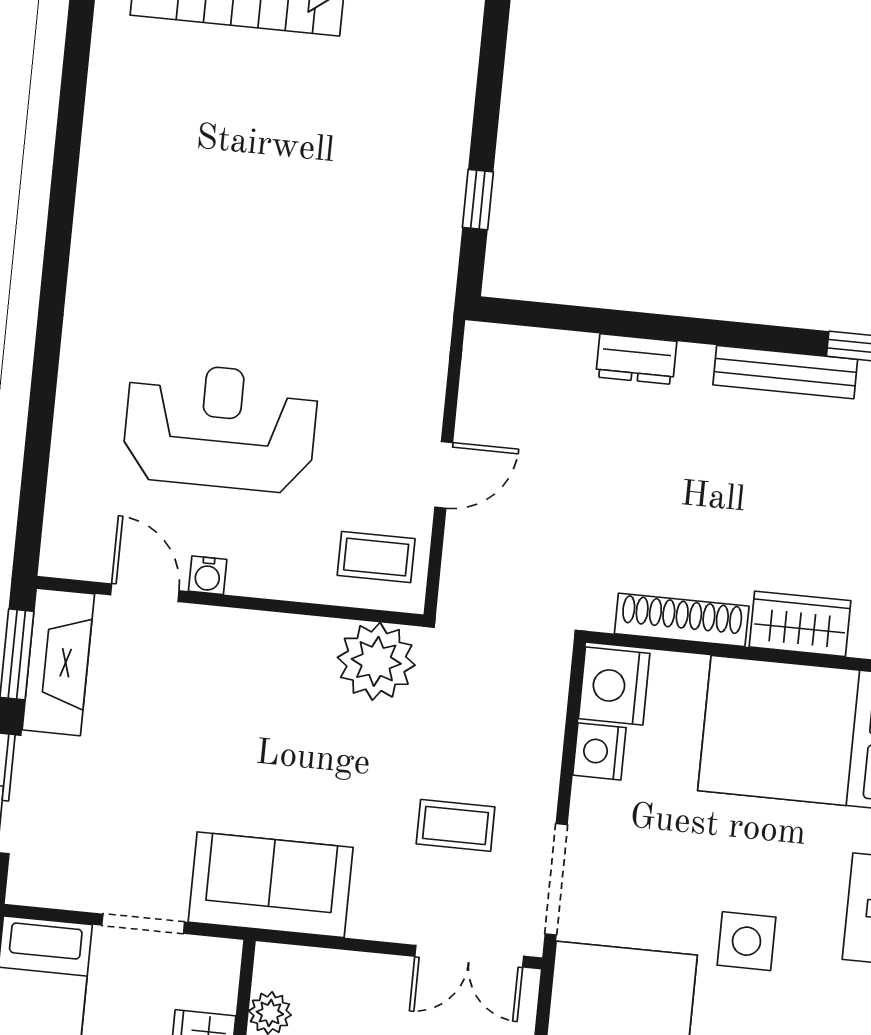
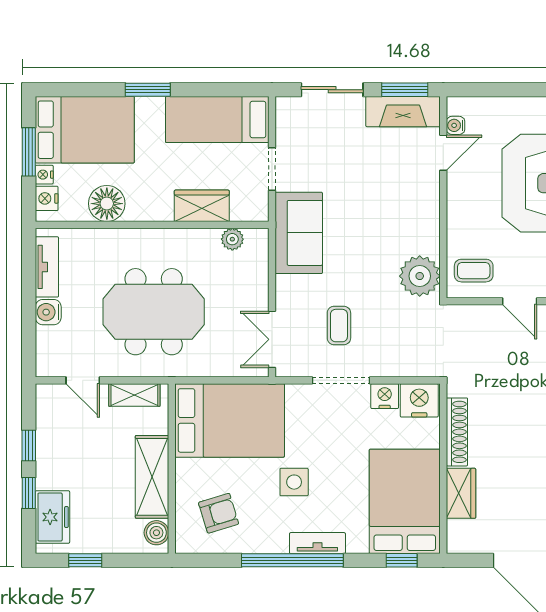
coffee table: (376, 557) -> (474, 271), turned 90
water cooler: (208, 575) -> (456, 125), moved
doorway: (556, 879) -> (341, 380), moved

